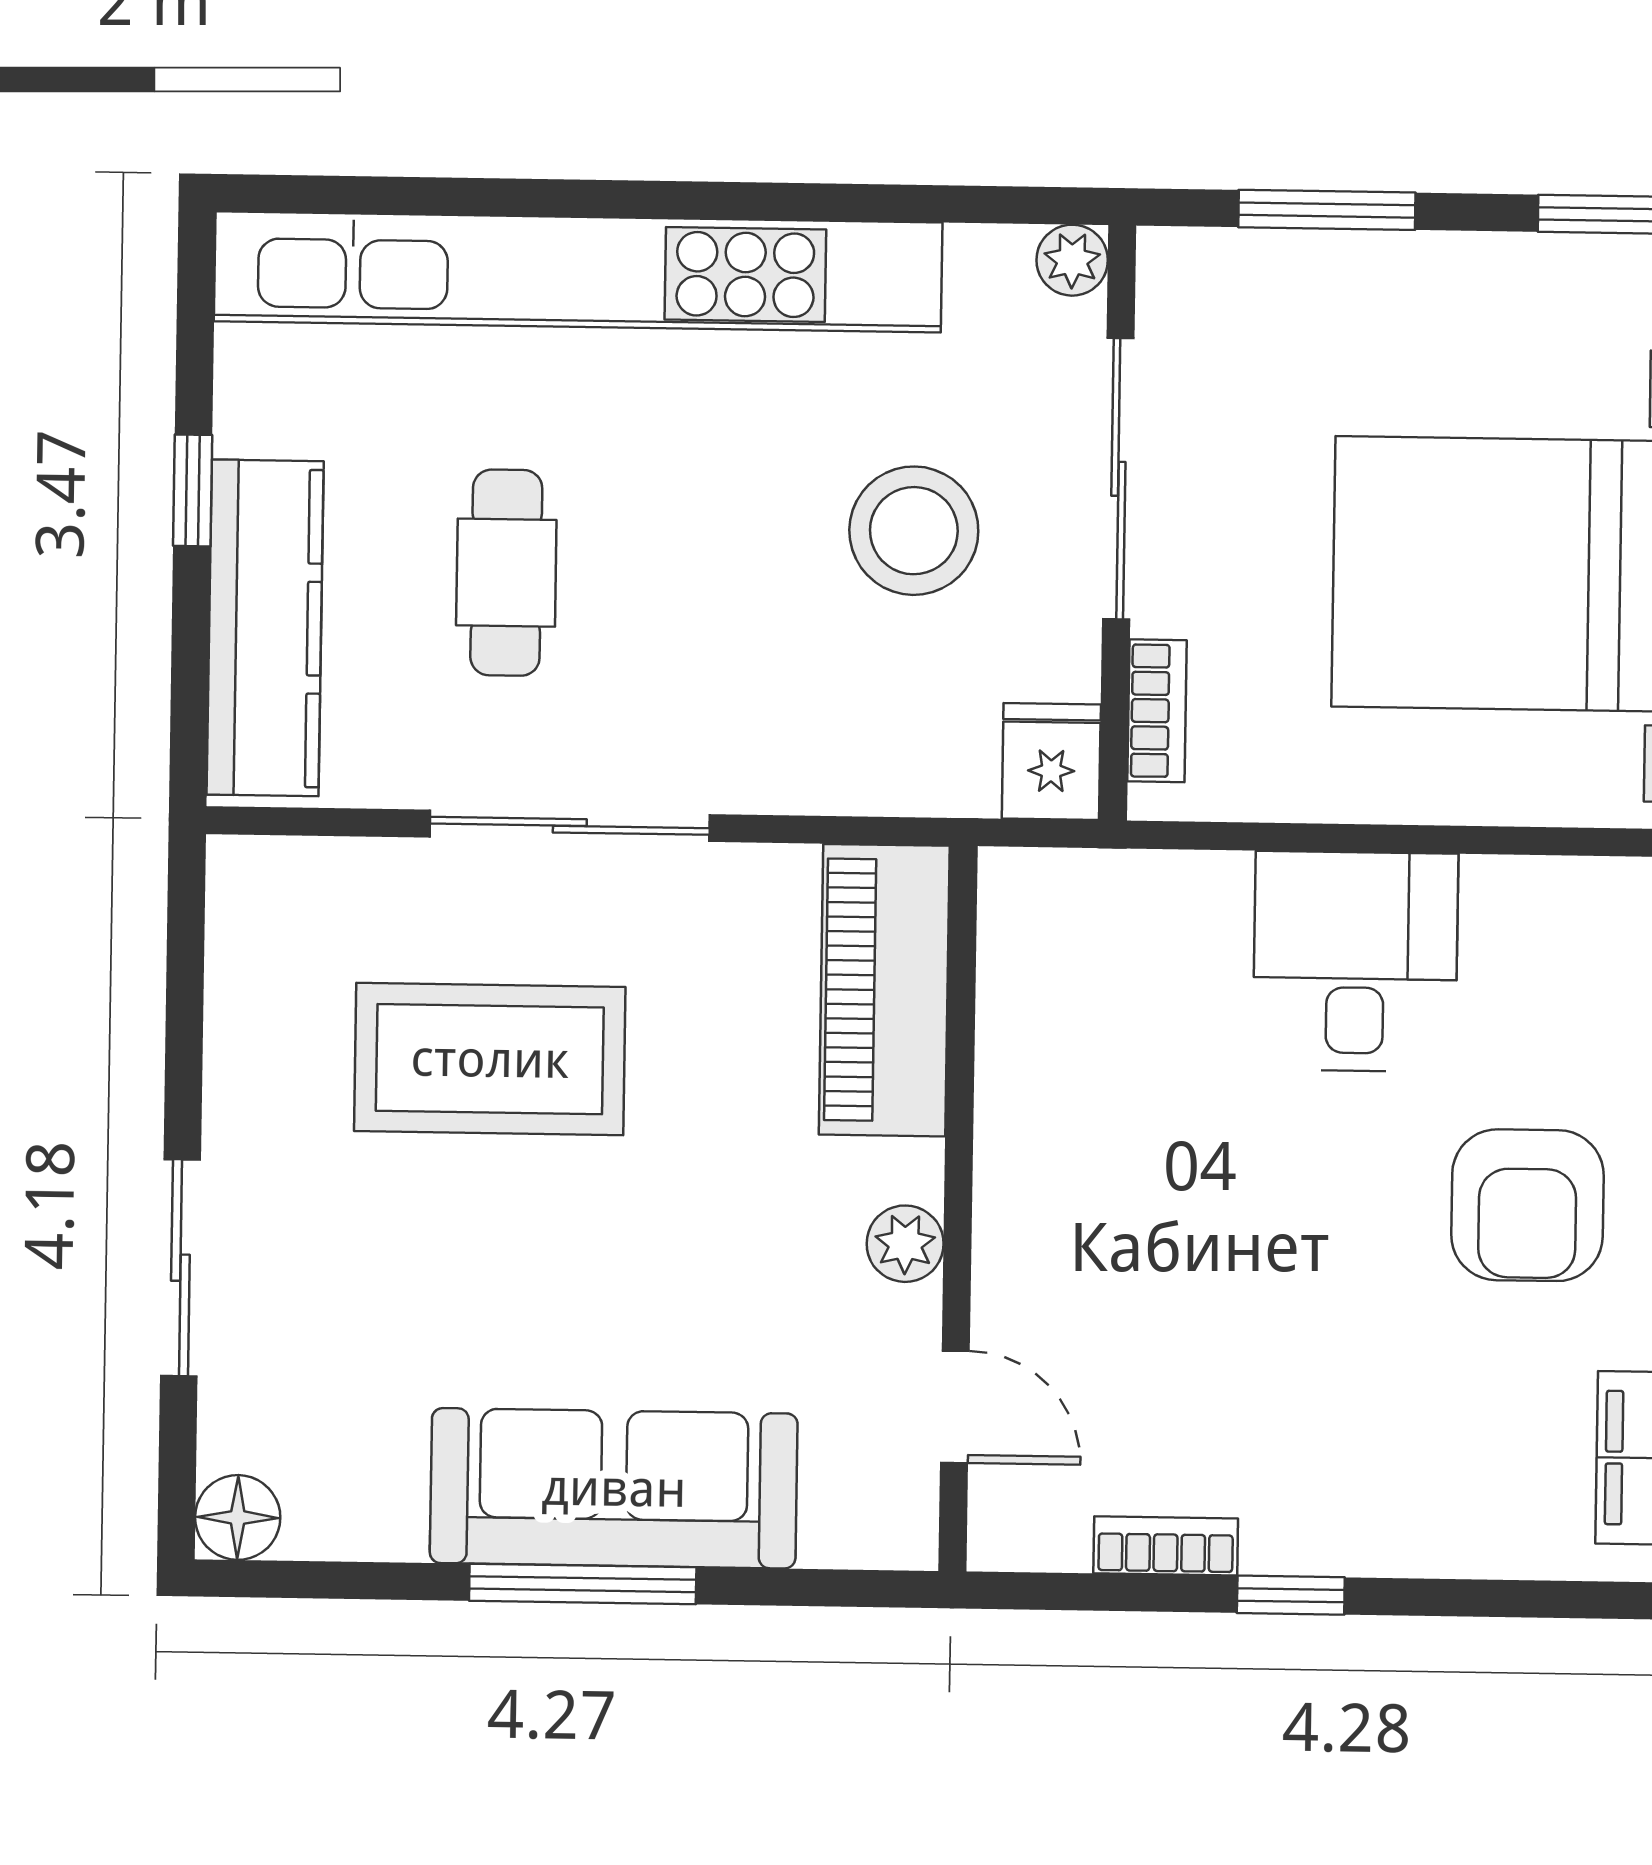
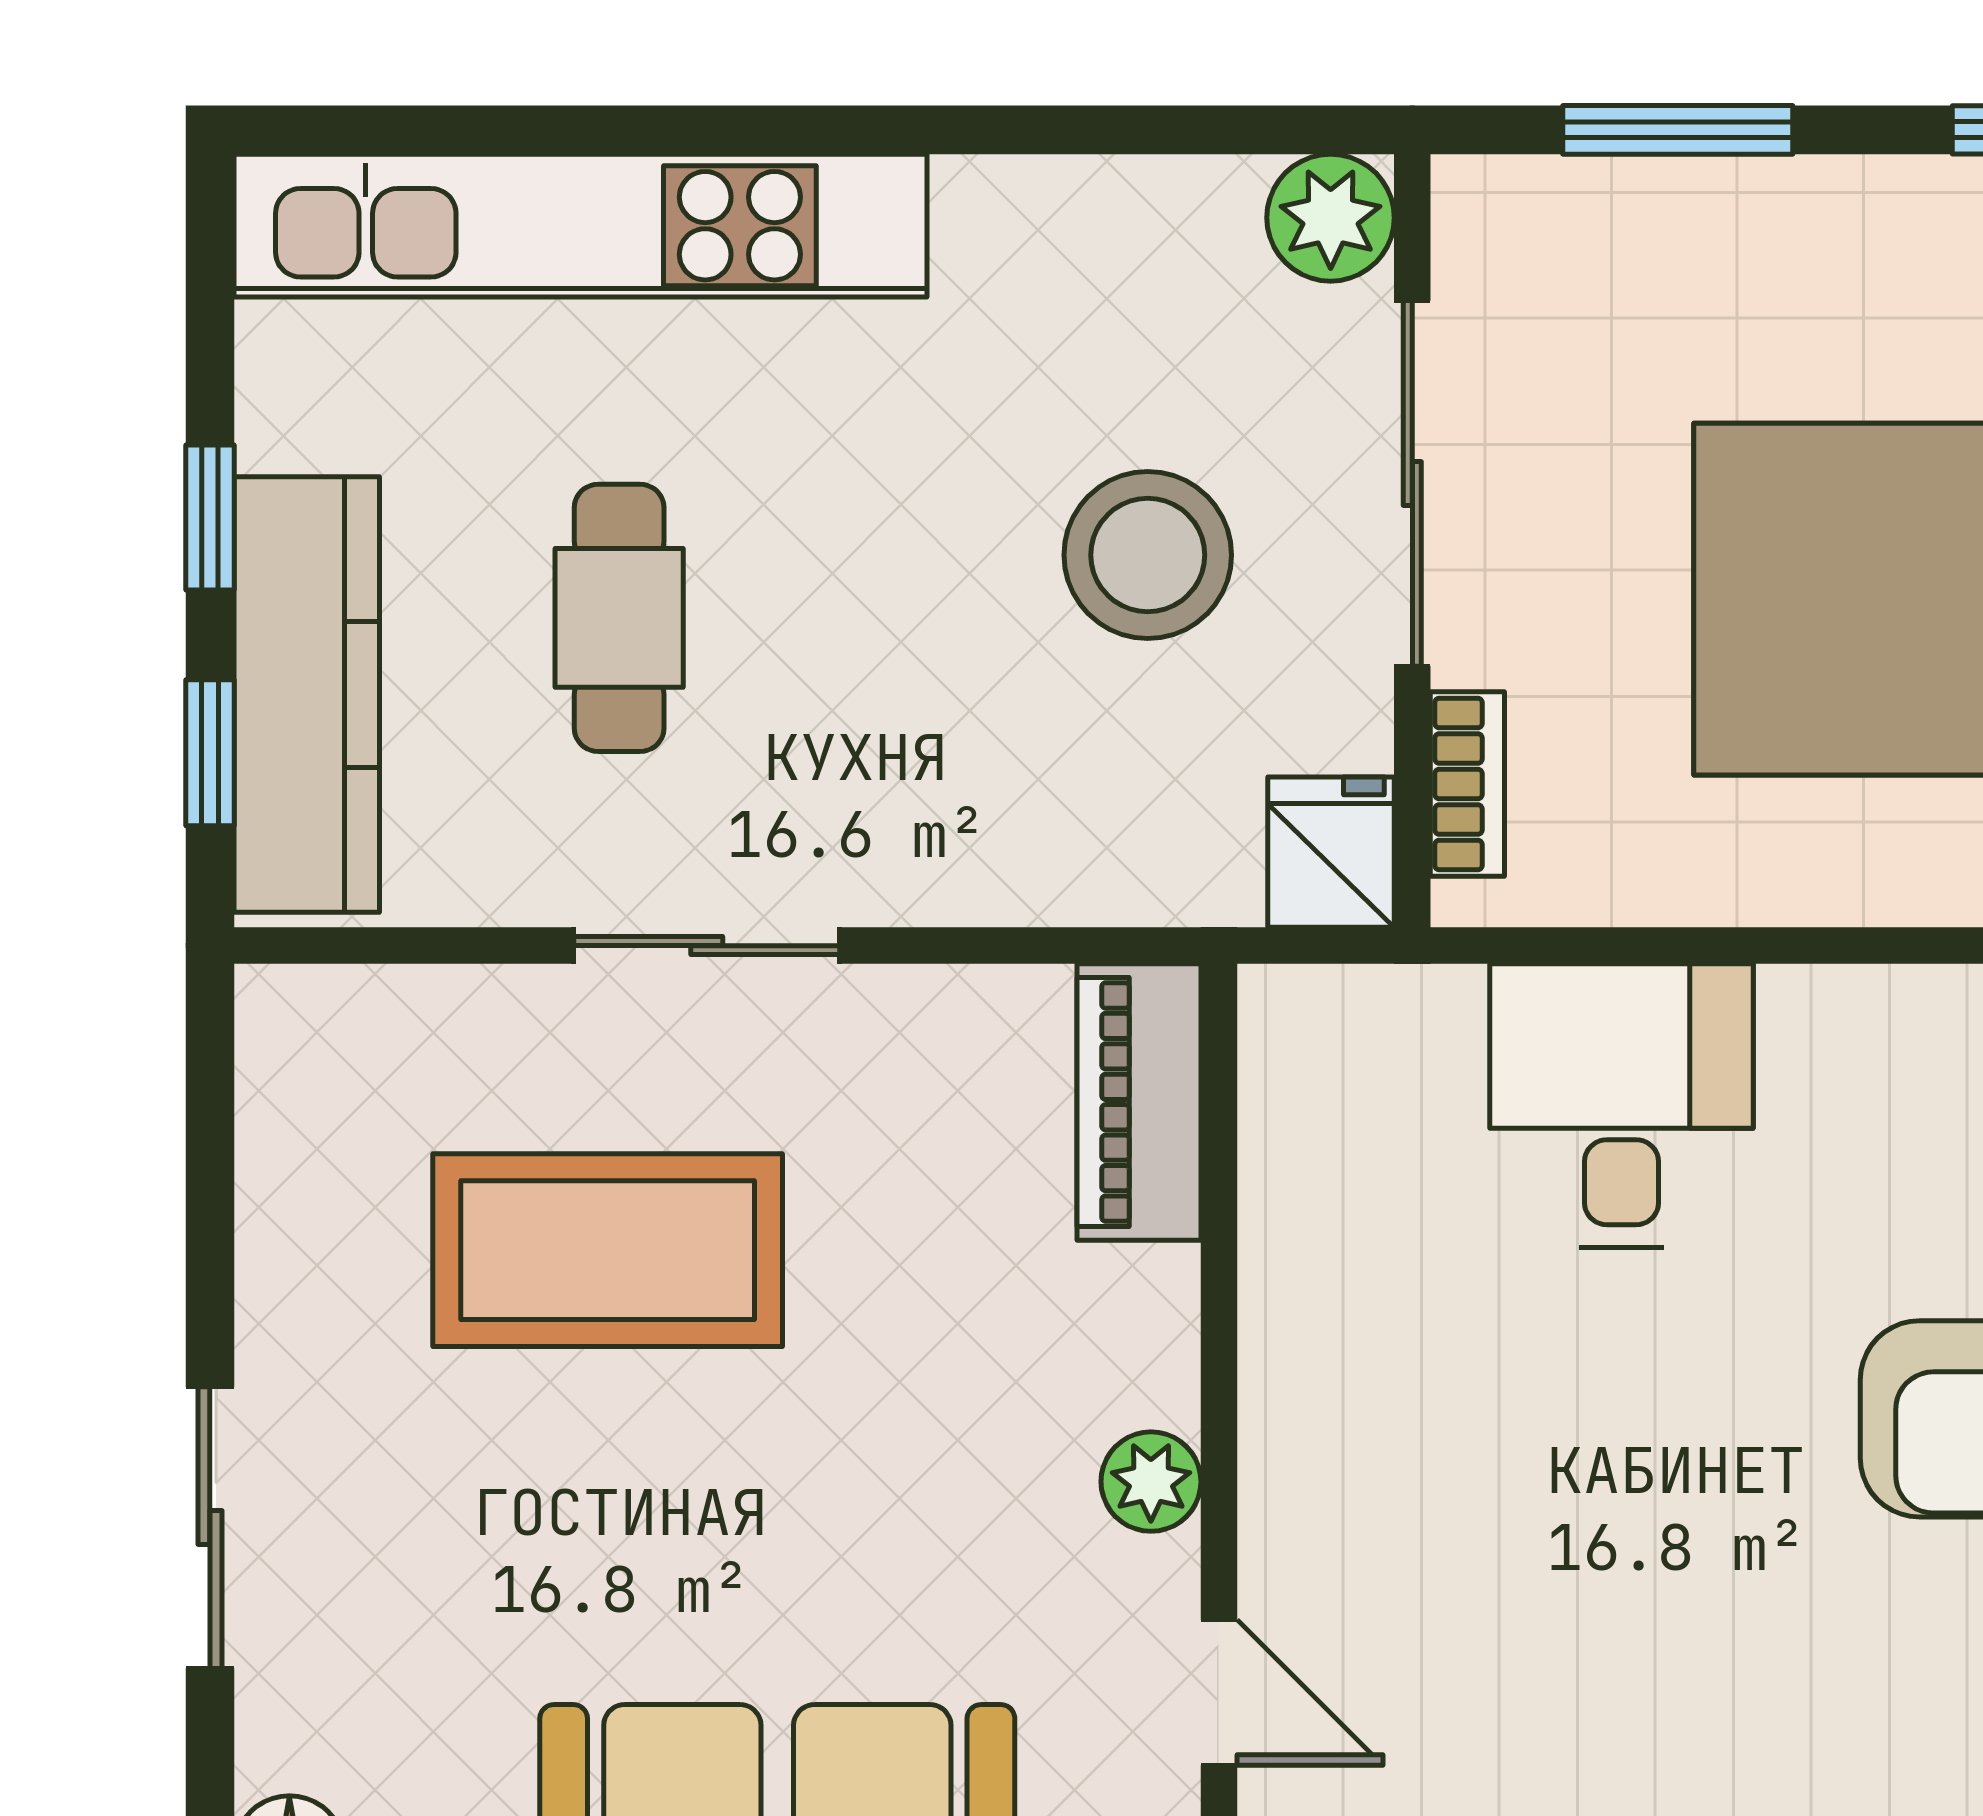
plant: (1072, 260) -> (1331, 218), width x1.38, depth x1.38
kitchen unit: (578, 272) -> (581, 226), width x0.73
window: (190, 672) -> (210, 753), added
sliding door: (570, 826) -> (707, 946), width x0.73
desk: (1355, 961) -> (1622, 1106), moved
piano: (884, 990) -> (1139, 1102), width x0.73, depth x0.75

